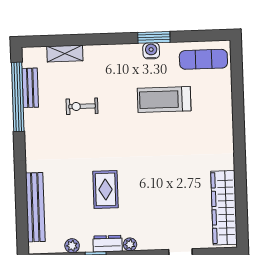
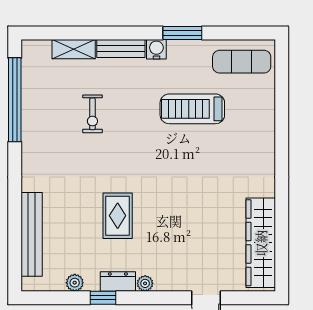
water cooler: (151, 51) -> (156, 49), moved
bench: (30, 88) -> (121, 49), moved, turned 90
exercise bike: (82, 106) -> (92, 114), turned -90

